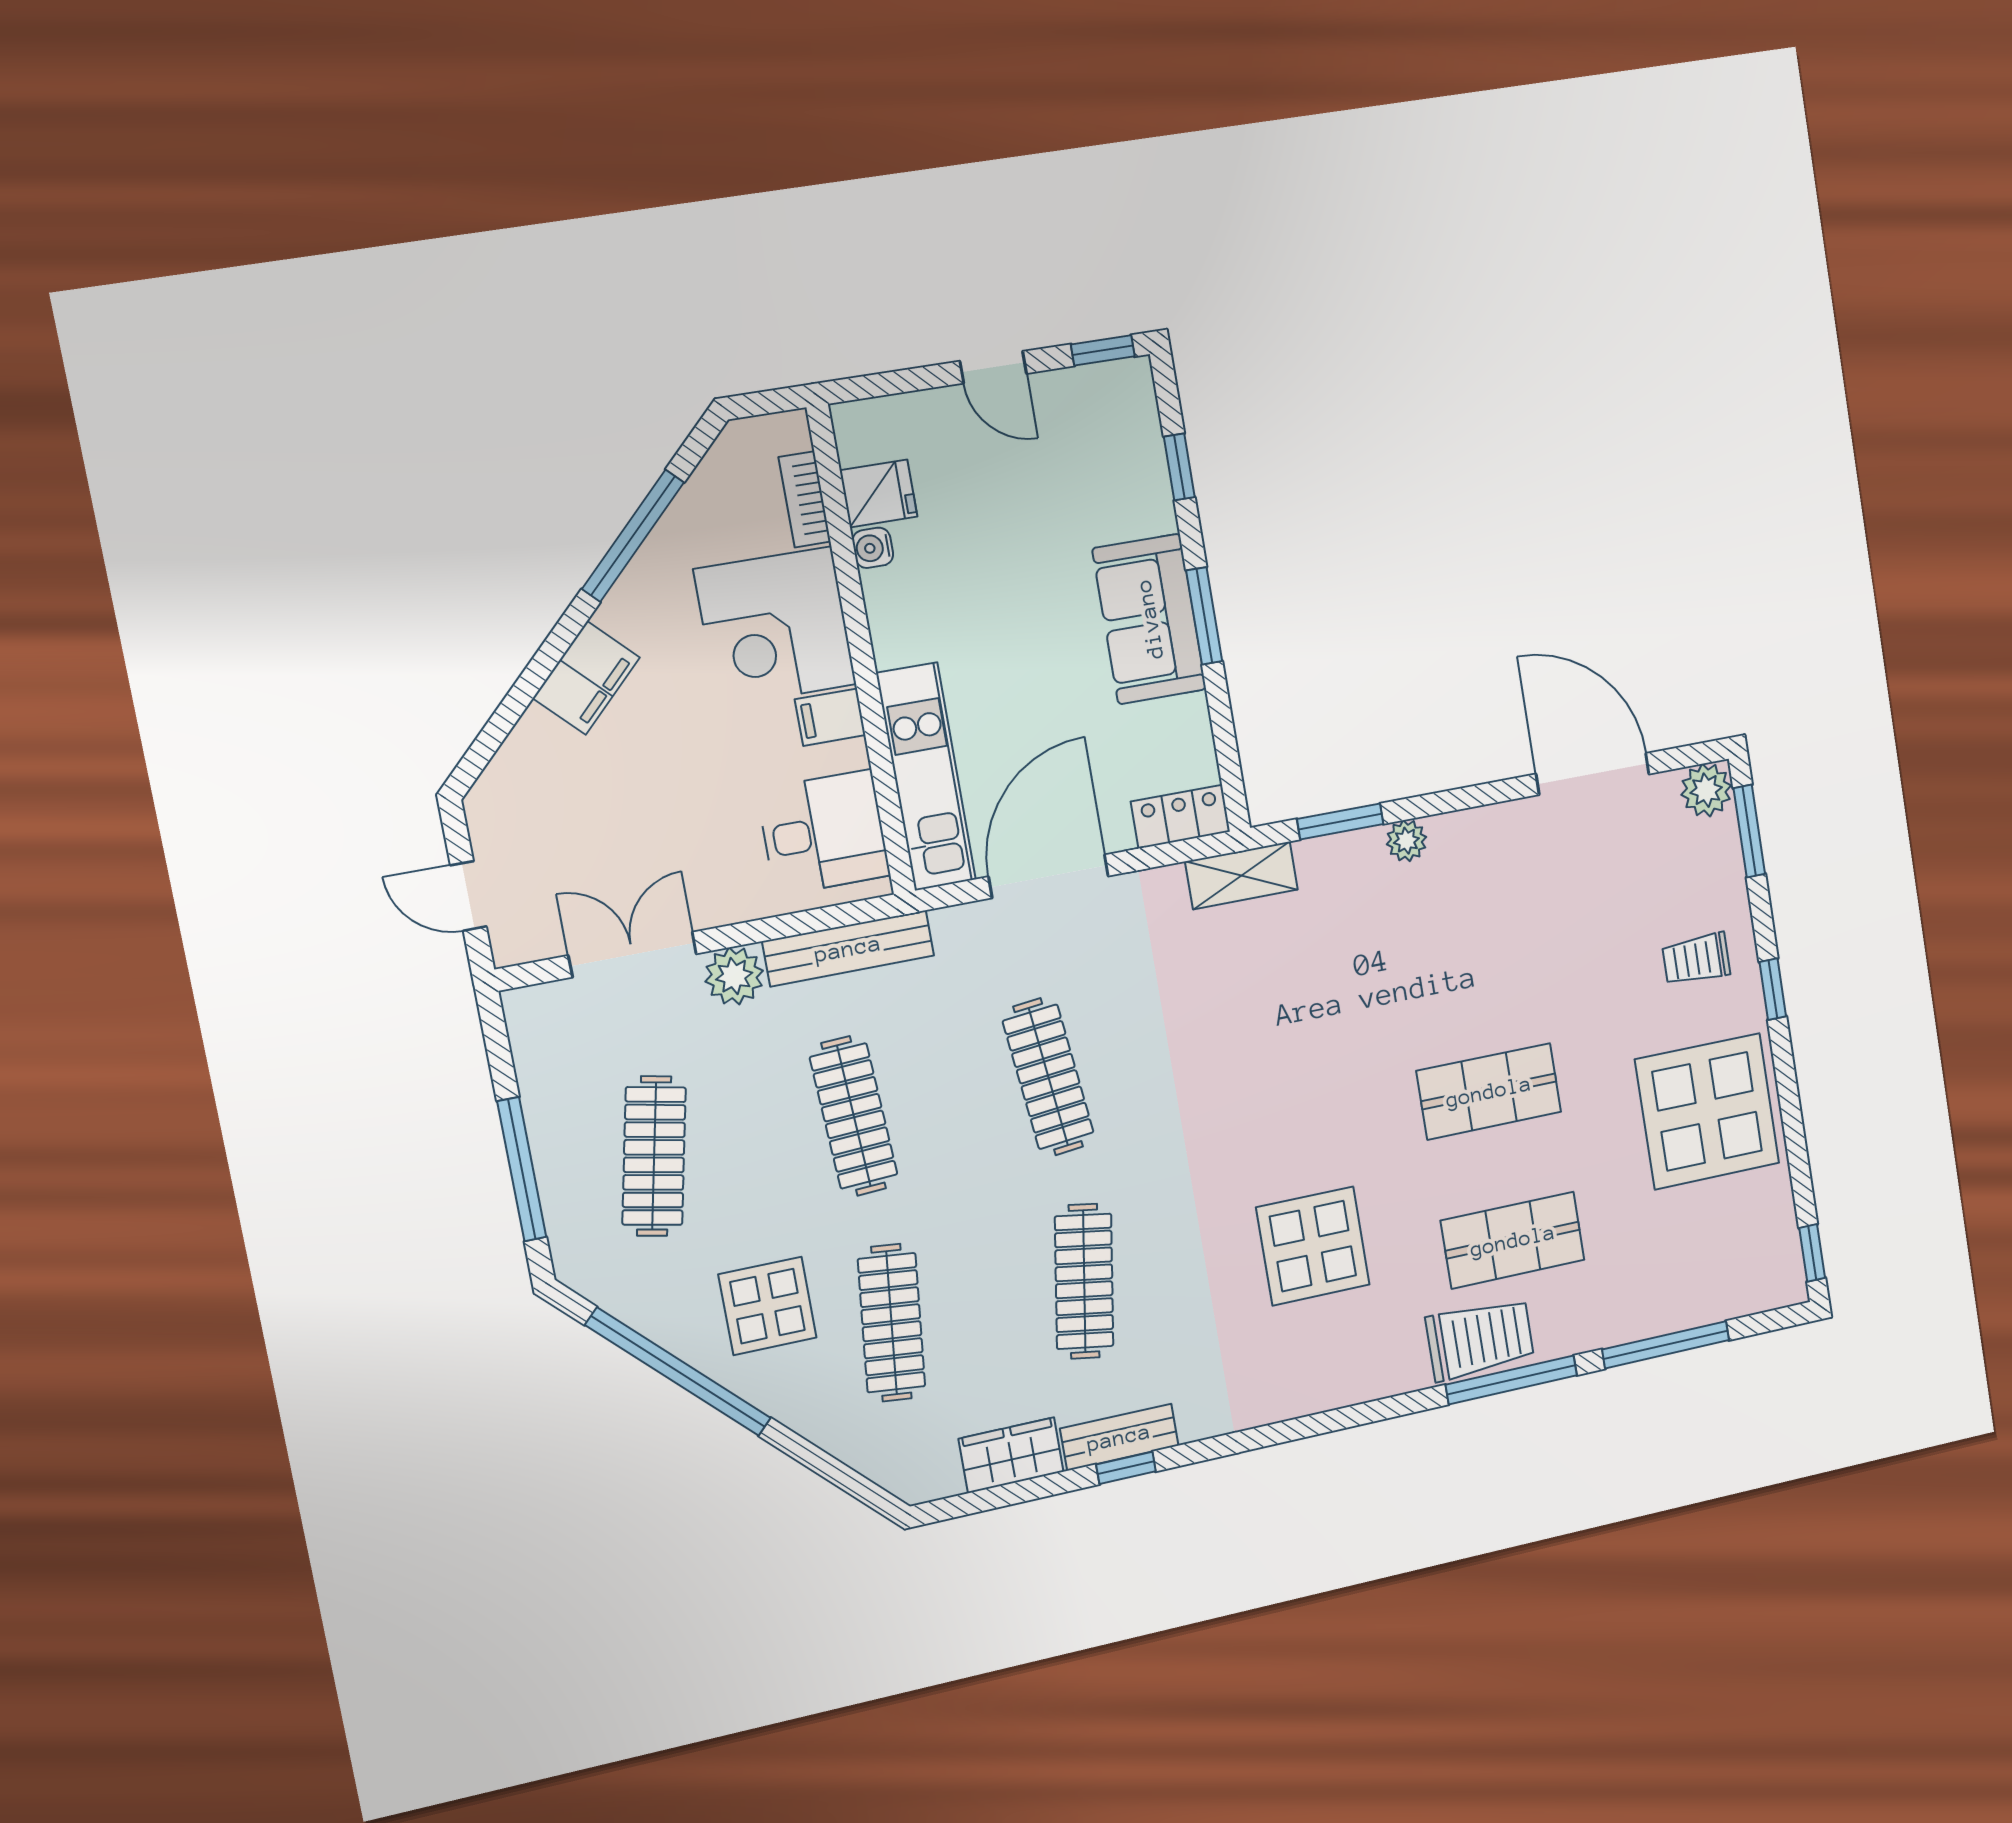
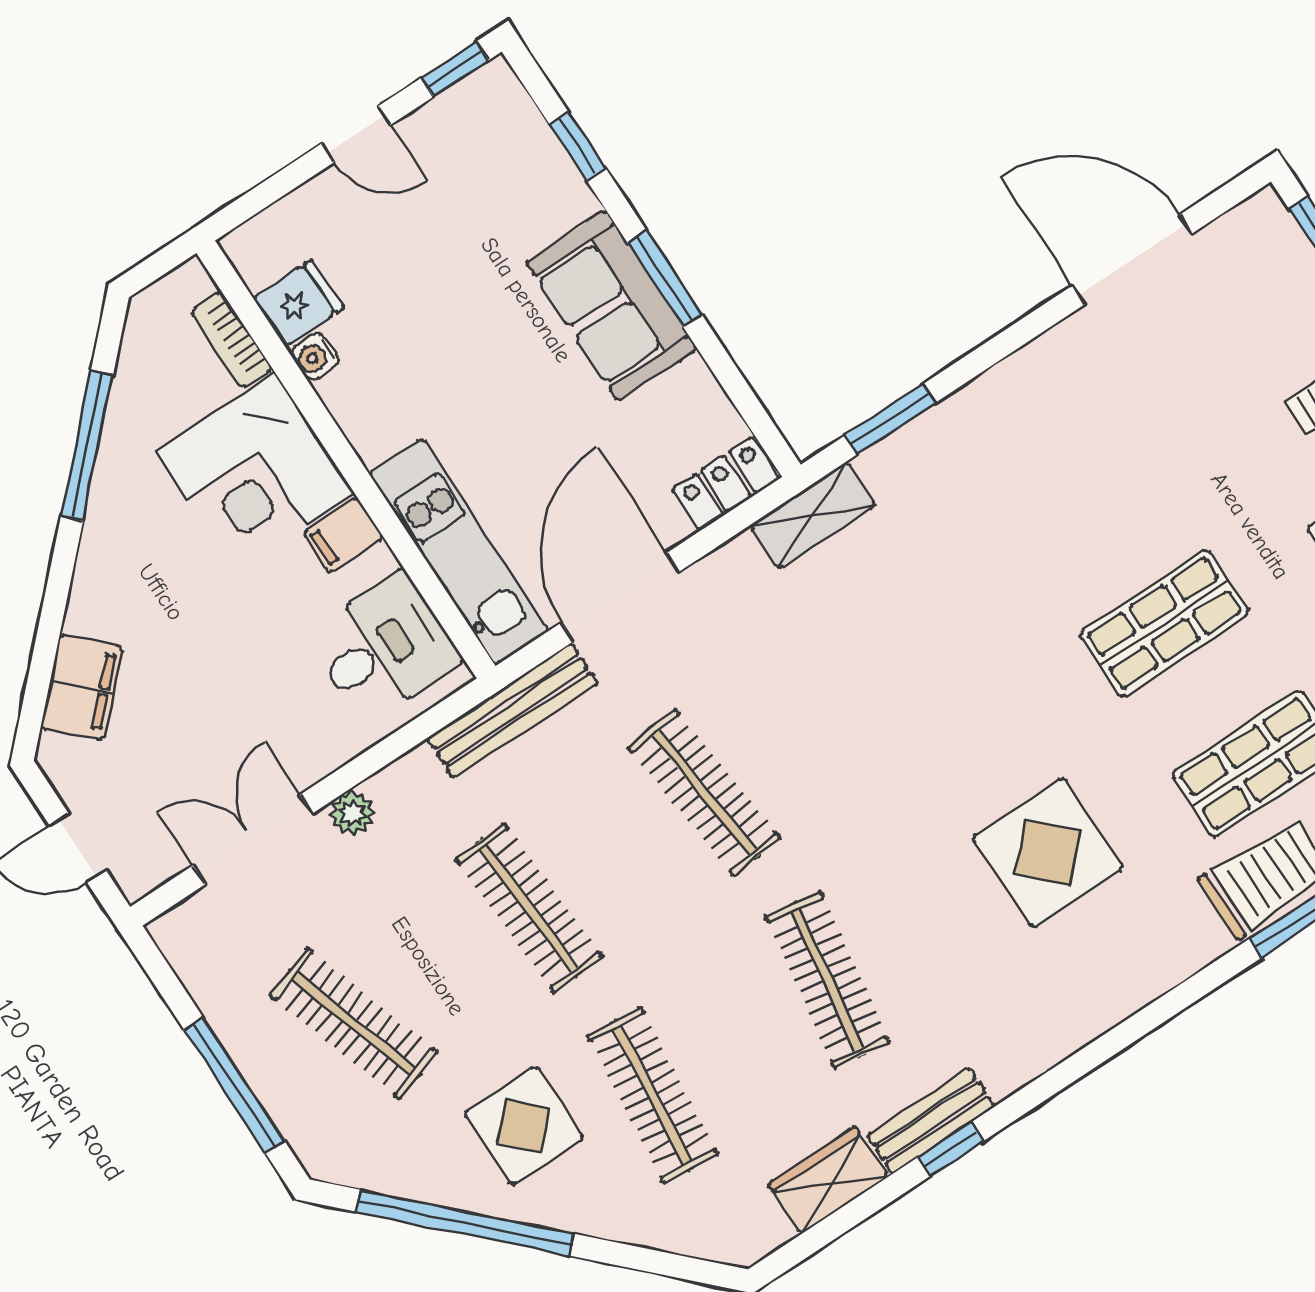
filing cabinet: (586, 678) -> (82, 687), moved
plant: (1706, 790) -> (1261, 224), removed
plant: (1406, 841) -> (967, 409), removed
bench: (848, 948) -> (512, 711), moved
plant: (734, 976) -> (352, 813), width x0.73, depth x0.73
clothes rail: (654, 1156) -> (354, 1024), turned -30

